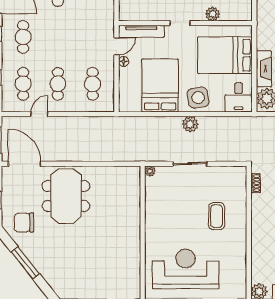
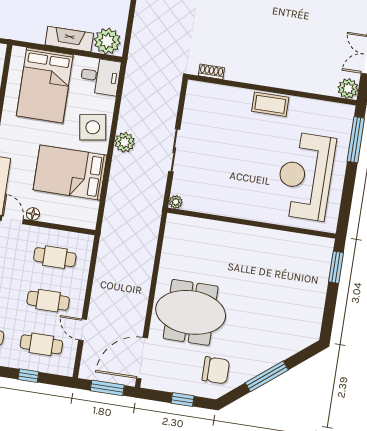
coffee table: (217, 216) -> (270, 104), moved
chair: (24, 223) -> (216, 370), turned -90

